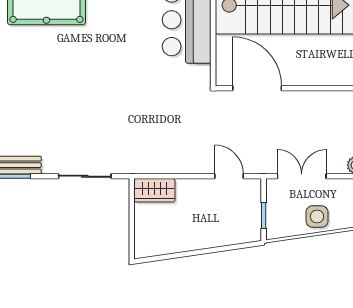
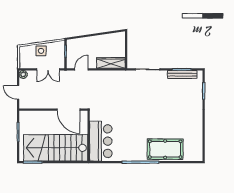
door: (229, 176) -> (81, 69), swing flipped
wardrobe: (154, 190) -> (111, 63), width x1.50

